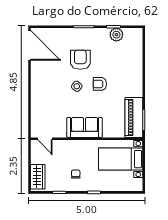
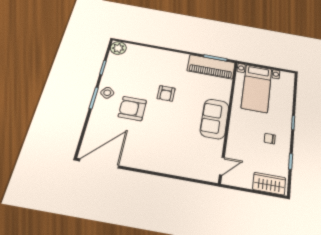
plant: (116, 35) -> (118, 48), moved
side table: (77, 86) -> (107, 93), moved

